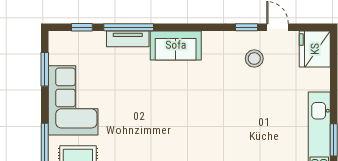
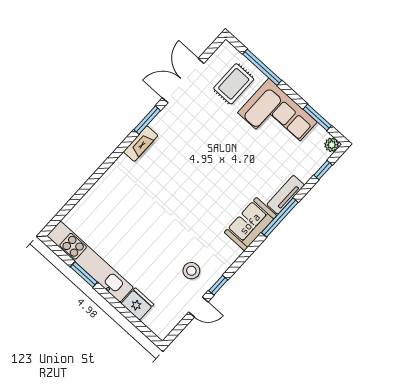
window: (129, 27) -> (280, 218), moved
plant: (56, 38) -> (332, 145), added
fridge: (315, 49) -> (137, 304), moved, width x0.73, depth x0.75

